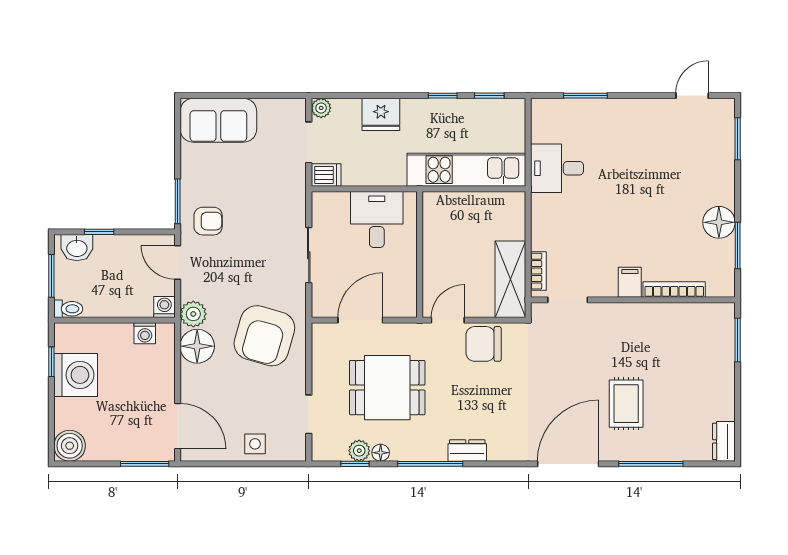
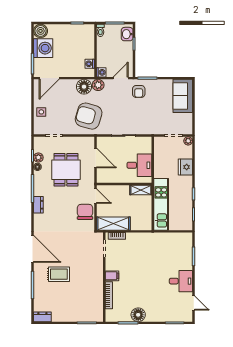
desk: (557, 168) -> (181, 281), moved, turned 90
dishwasher: (326, 175) -> (159, 143), removed
shelving: (433, 216) -> (141, 190), added
washing machine: (76, 375) -> (43, 48), moved, turned -90

